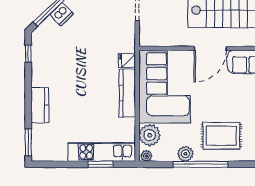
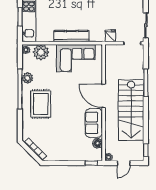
fridge: (127, 61) -> (110, 36), moved
corner sofa: (165, 87) -> (76, 58), width x0.73, depth x0.74

